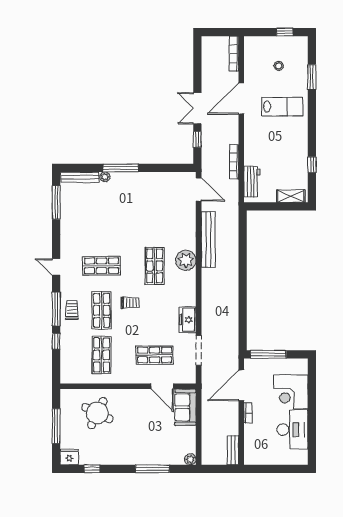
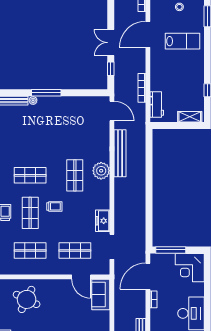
shop shelf: (102, 355) -> (30, 251), turned 90
corner desk: (291, 392) -> (190, 268), moved

